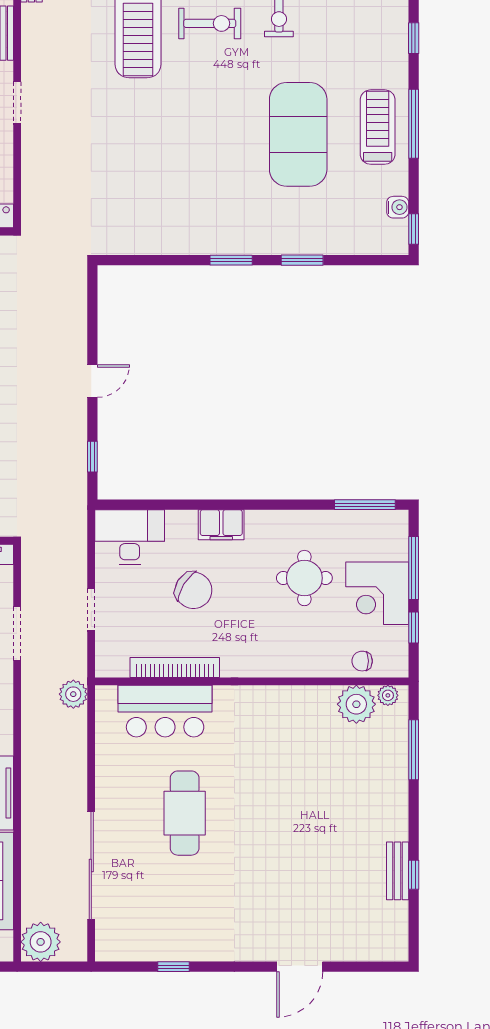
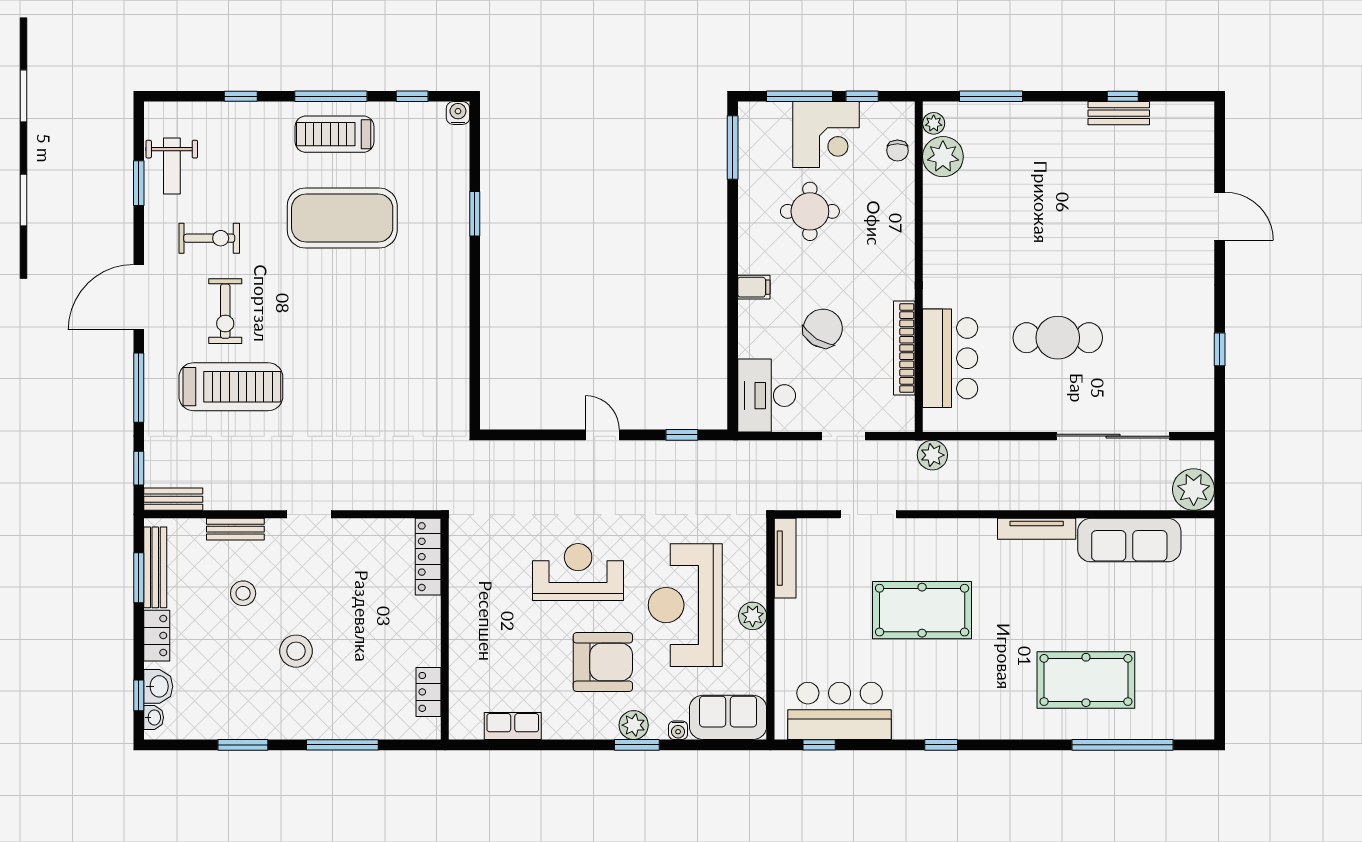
exercise bike: (210, 23) -> (225, 311), turned 180
water cooler: (398, 207) -> (458, 113), moved
window: (414, 229) -> (412, 96), moved
window: (231, 260) -> (475, 289), removed
filing cabinet: (221, 525) -> (754, 287), width x0.50

